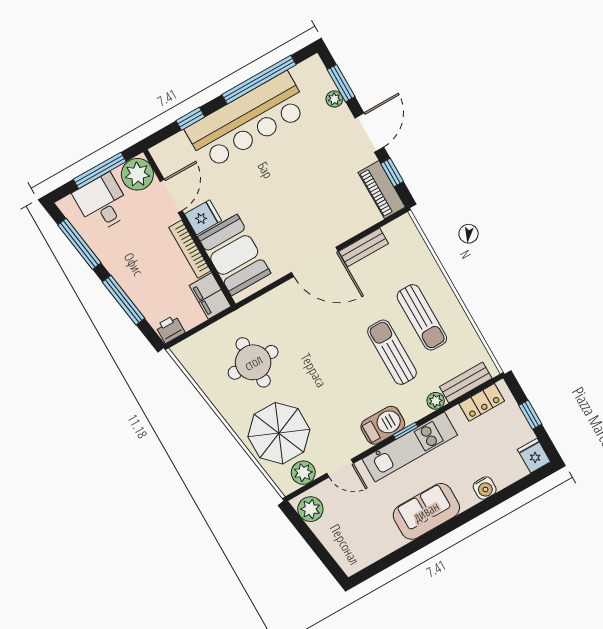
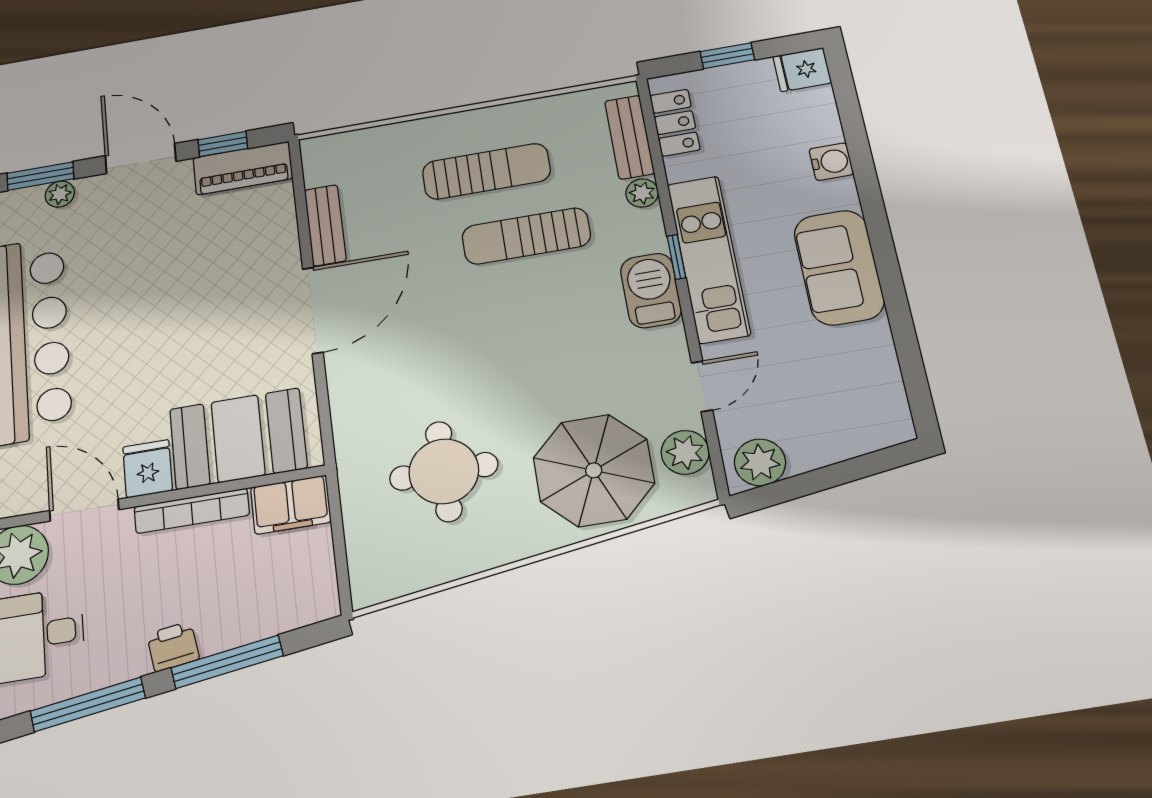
printer: (170, 329) -> (173, 646), moved, turned 82

